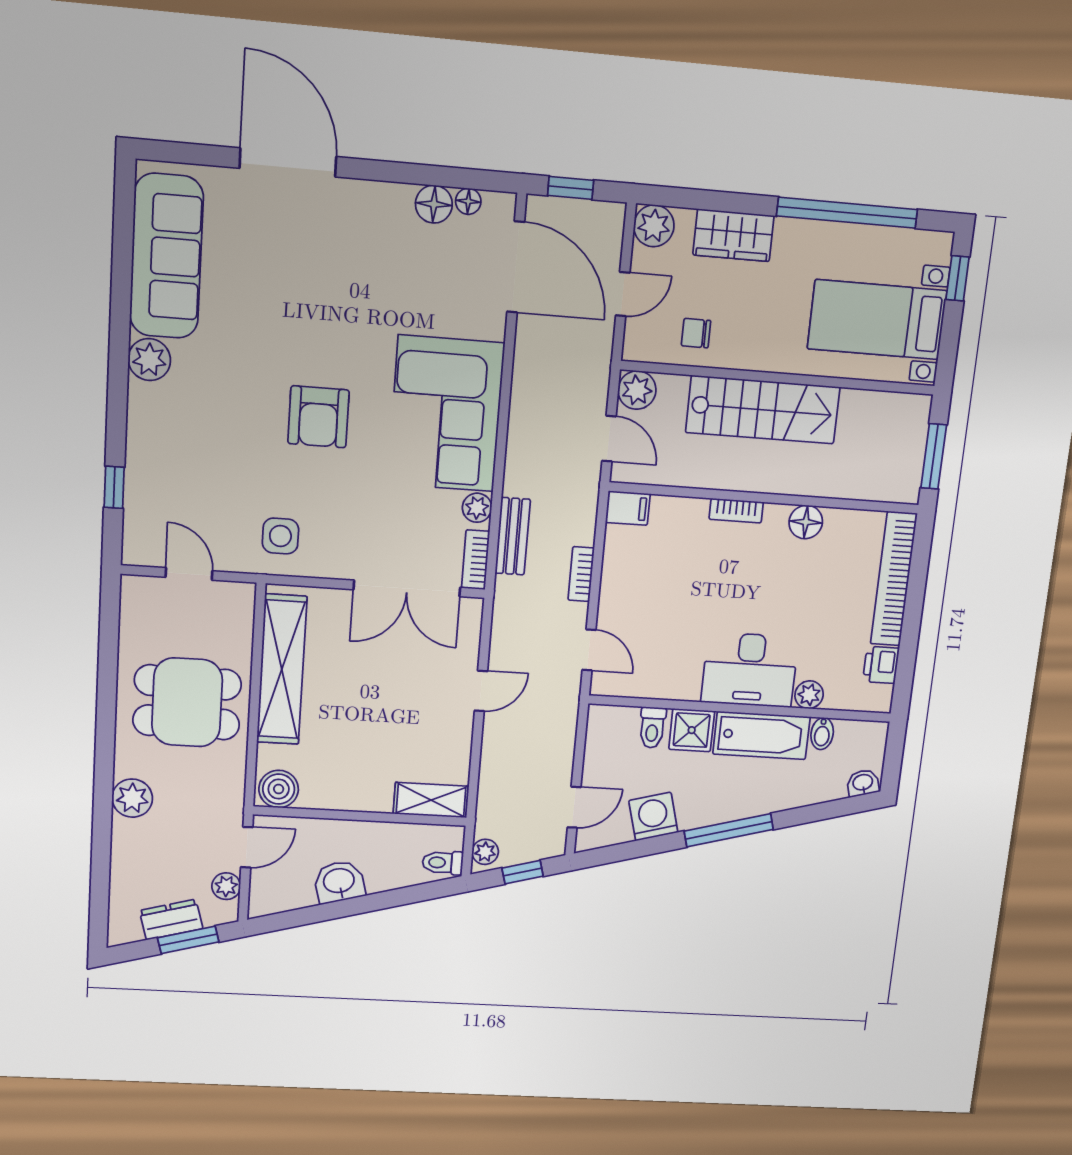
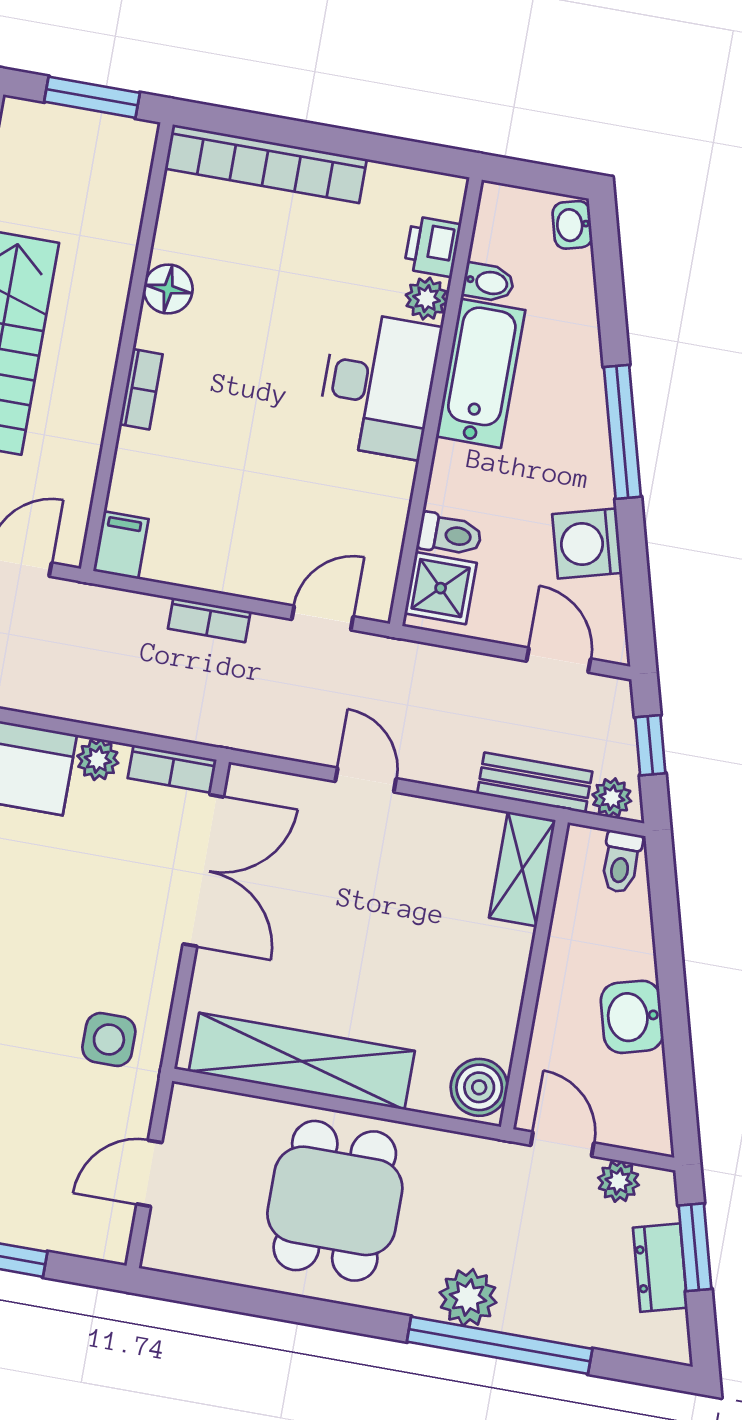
bench: (513, 536) -> (535, 783), moved
printer: (881, 665) -> (432, 247), moved, turned 90
shower: (692, 730) -> (441, 588), moved
window: (102, 822) -> (500, 1345), added

